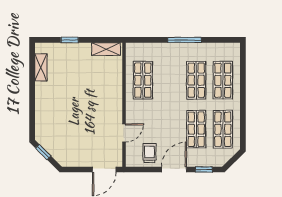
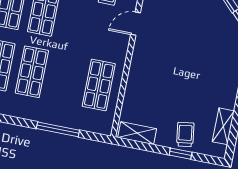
window: (184, 40) -> (58, 129), moved
trolley: (69, 55) -> (185, 134), added

